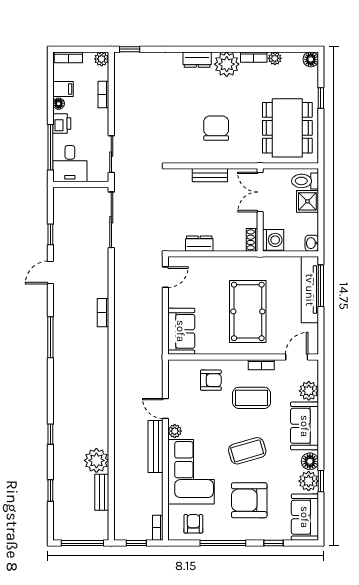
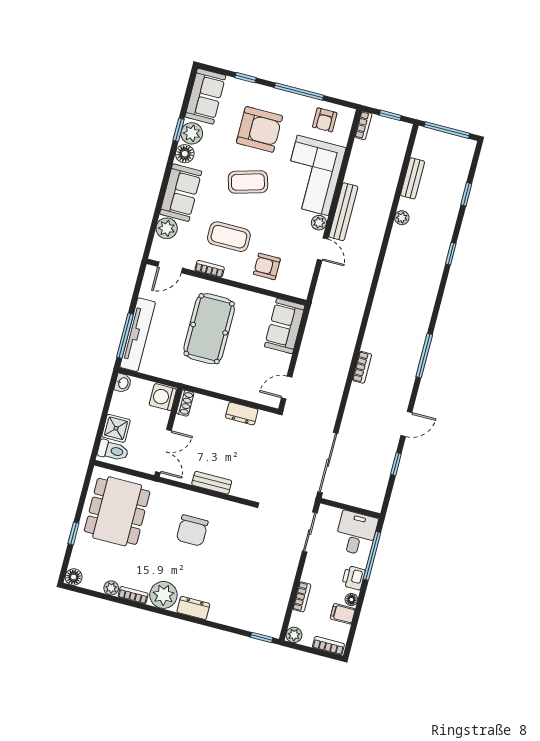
plant: (96, 460) -> (402, 218), width x0.53, depth x0.53

